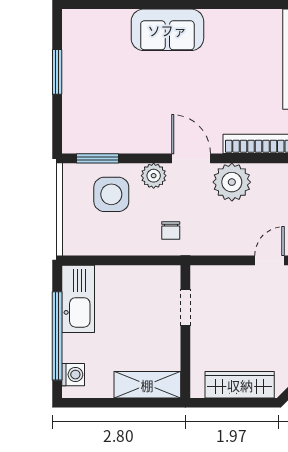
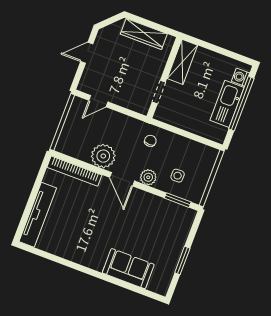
sofa: (167, 30) -> (128, 269), moved
side table: (111, 194) -> (178, 176), width x0.54, depth x0.54
kitchen sink: (78, 299) -> (227, 104), moved
shelving: (147, 385) -> (182, 62), moved, turned 90

